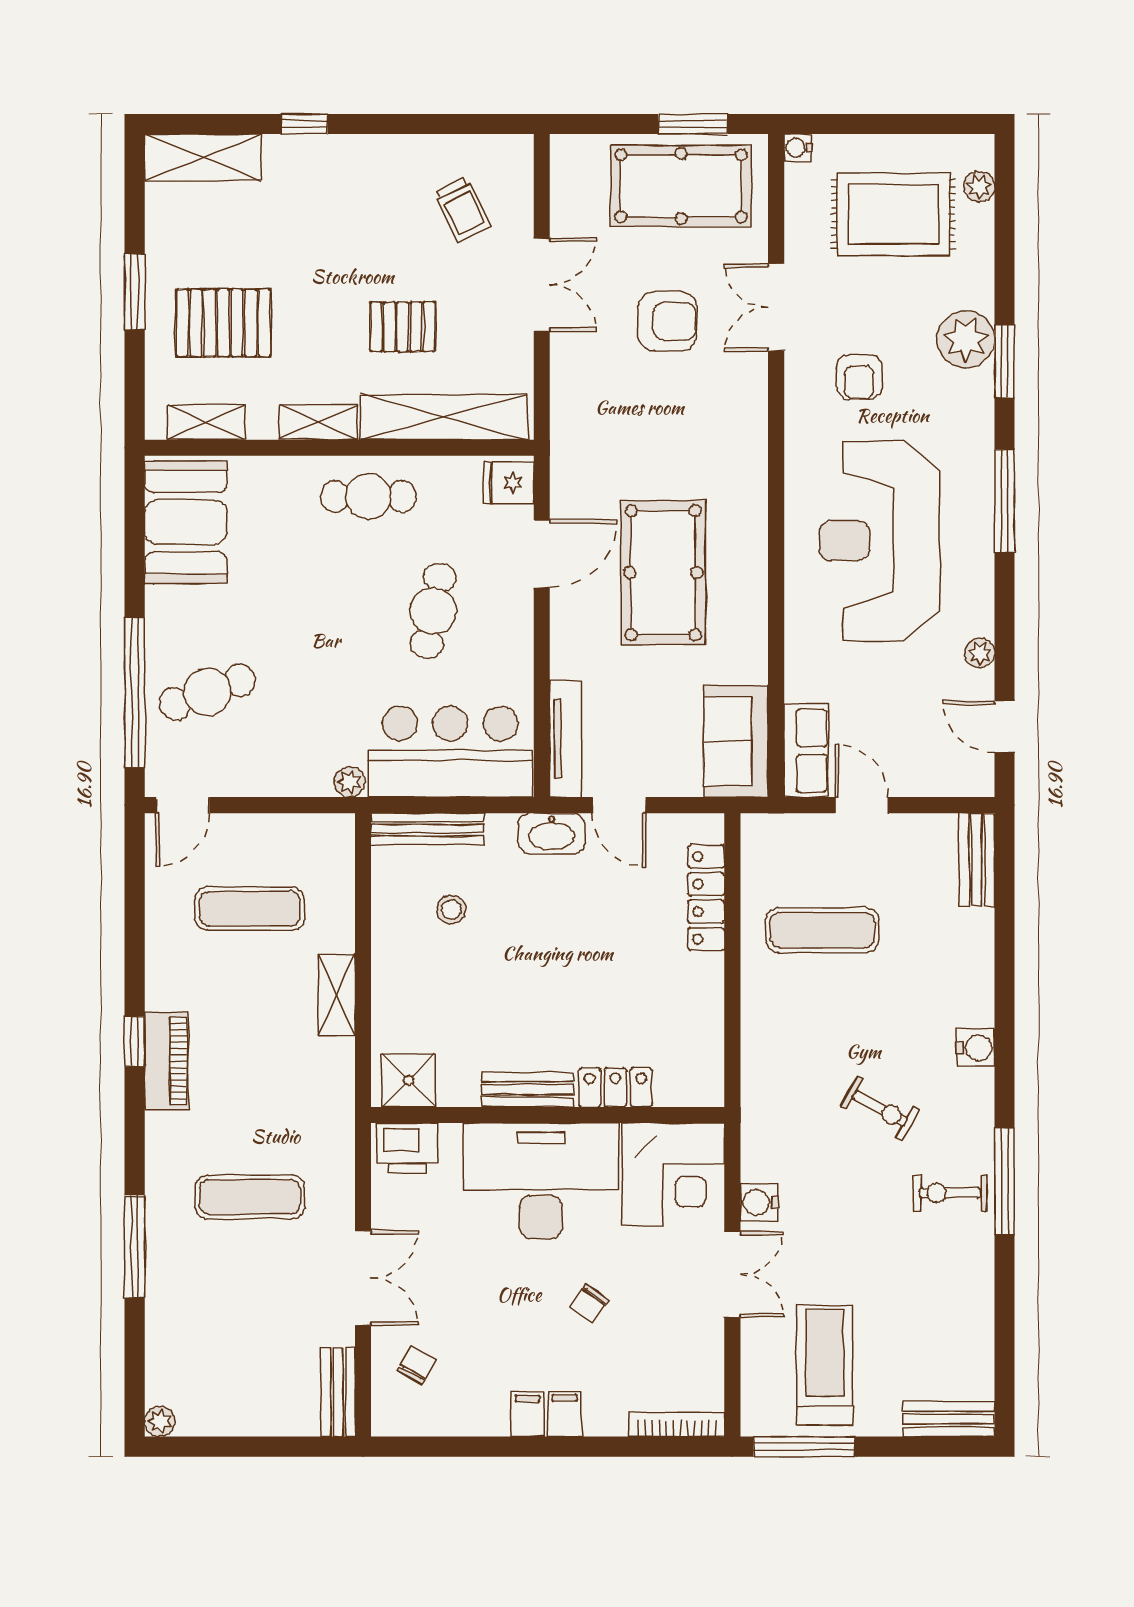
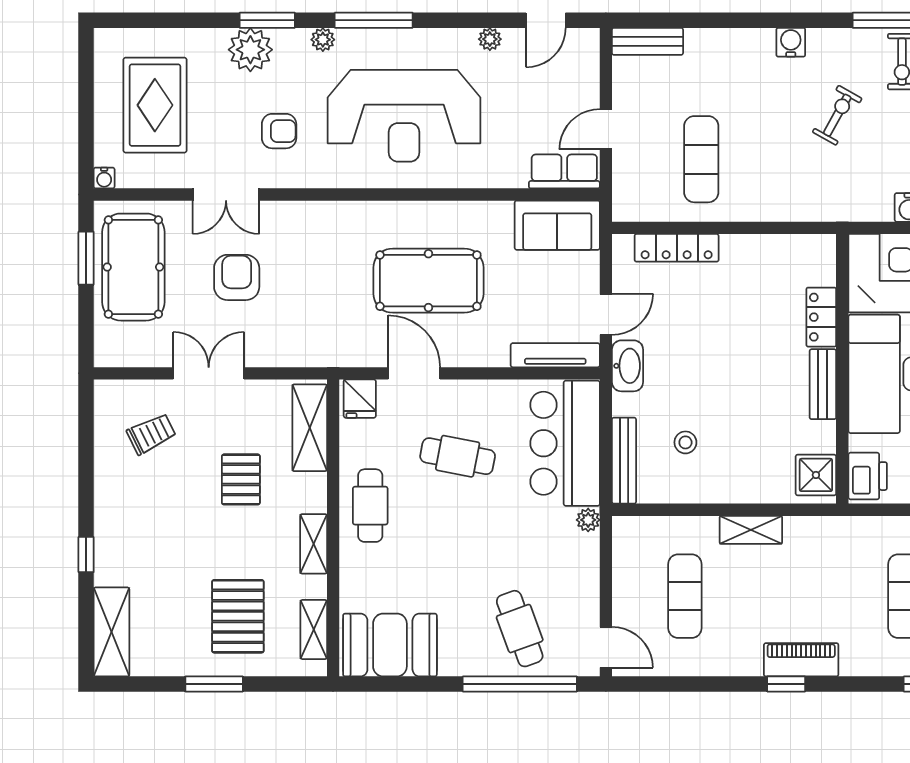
plant: (979, 187) -> (323, 40), moved
shelving: (444, 417) -> (310, 428), width x0.68

